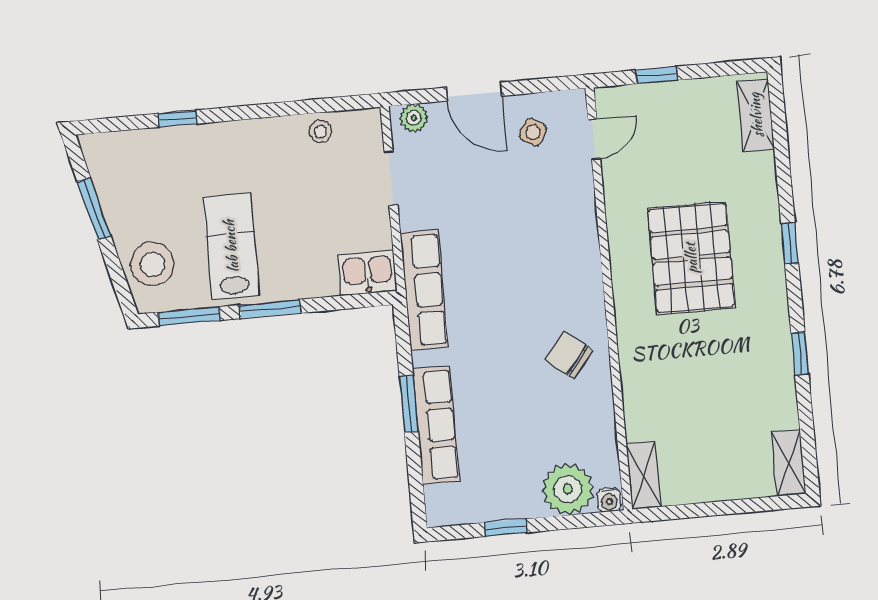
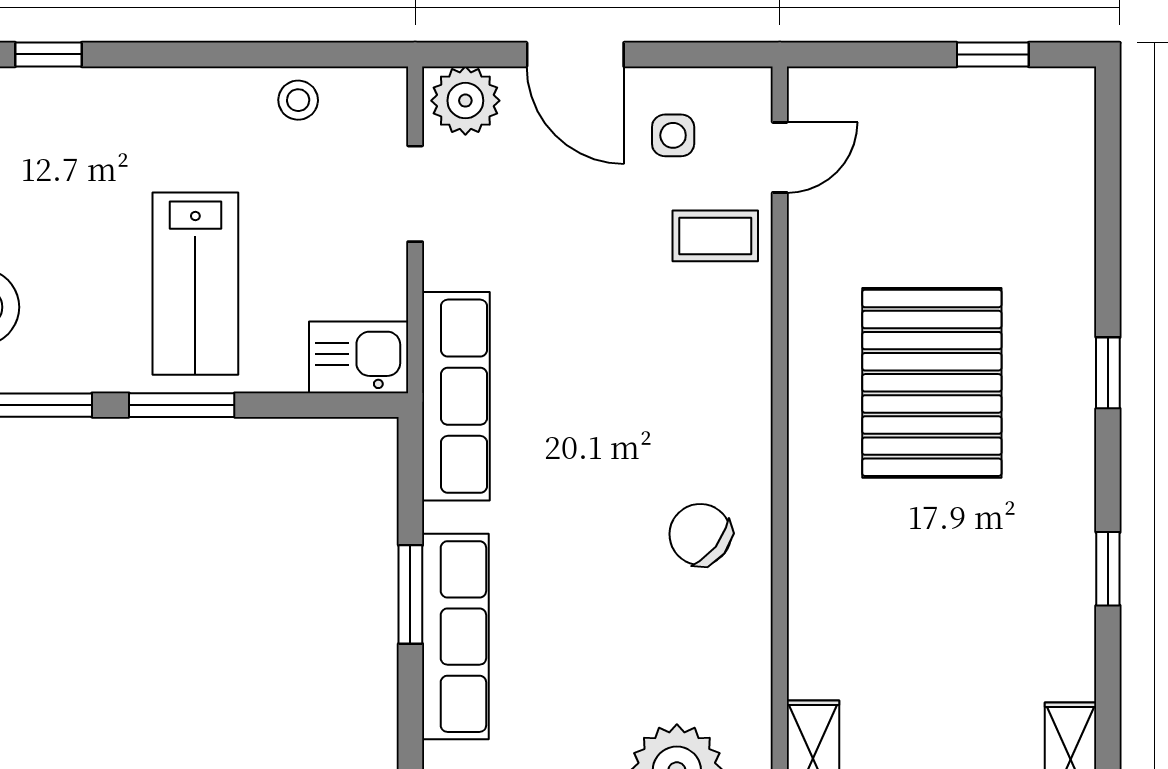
window: (657, 75) -> (993, 54), moved
shelving: (756, 115) -> (1068, 142), removed
plant: (414, 118) -> (465, 101), width x1.38, depth x1.38
side table: (533, 132) -> (673, 135), turned -33
coffee table: (562, 187) -> (715, 236), added
lab bench: (231, 246) -> (195, 284), moved, turned 180

